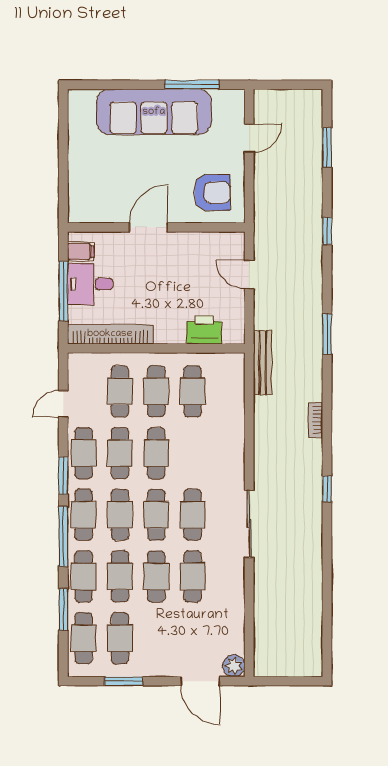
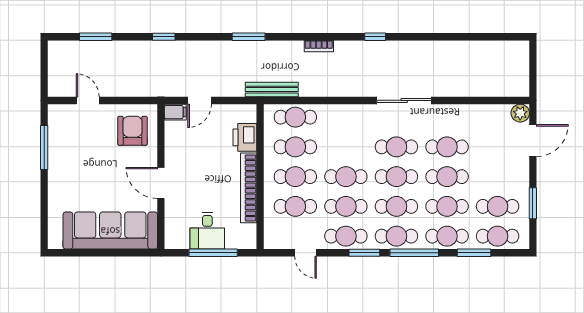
sofa: (154, 112) -> (110, 231), moved, turned -90
filing cabinet: (81, 251) -> (175, 112), moved, turned 90
bookcase: (110, 334) -> (249, 188), moved
cafe table: (229, 391) -> (295, 117), added

